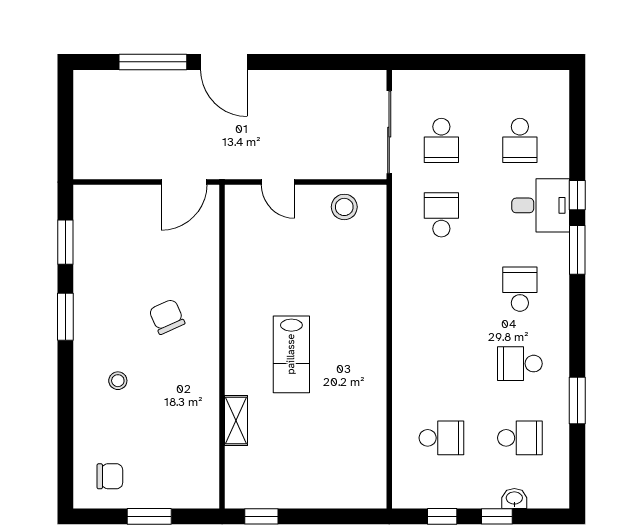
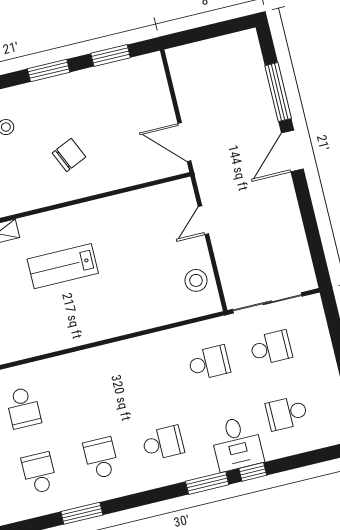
school desk: (441, 140) -> (271, 348), turned 180
school desk: (520, 438) -> (39, 473), turned 180

